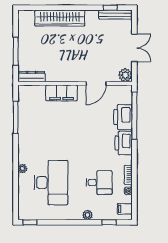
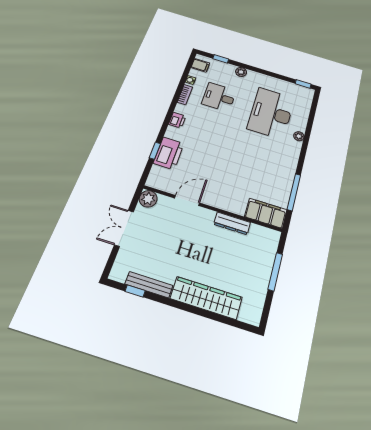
bench: (115, 15) -> (149, 285), moved
dresser: (32, 77) -> (232, 223), moved
filing cabinet: (62, 93) -> (266, 213), moved
window: (134, 116) -> (155, 151), width x0.32
printer: (124, 143) -> (177, 120), width x0.53, depth x0.68

